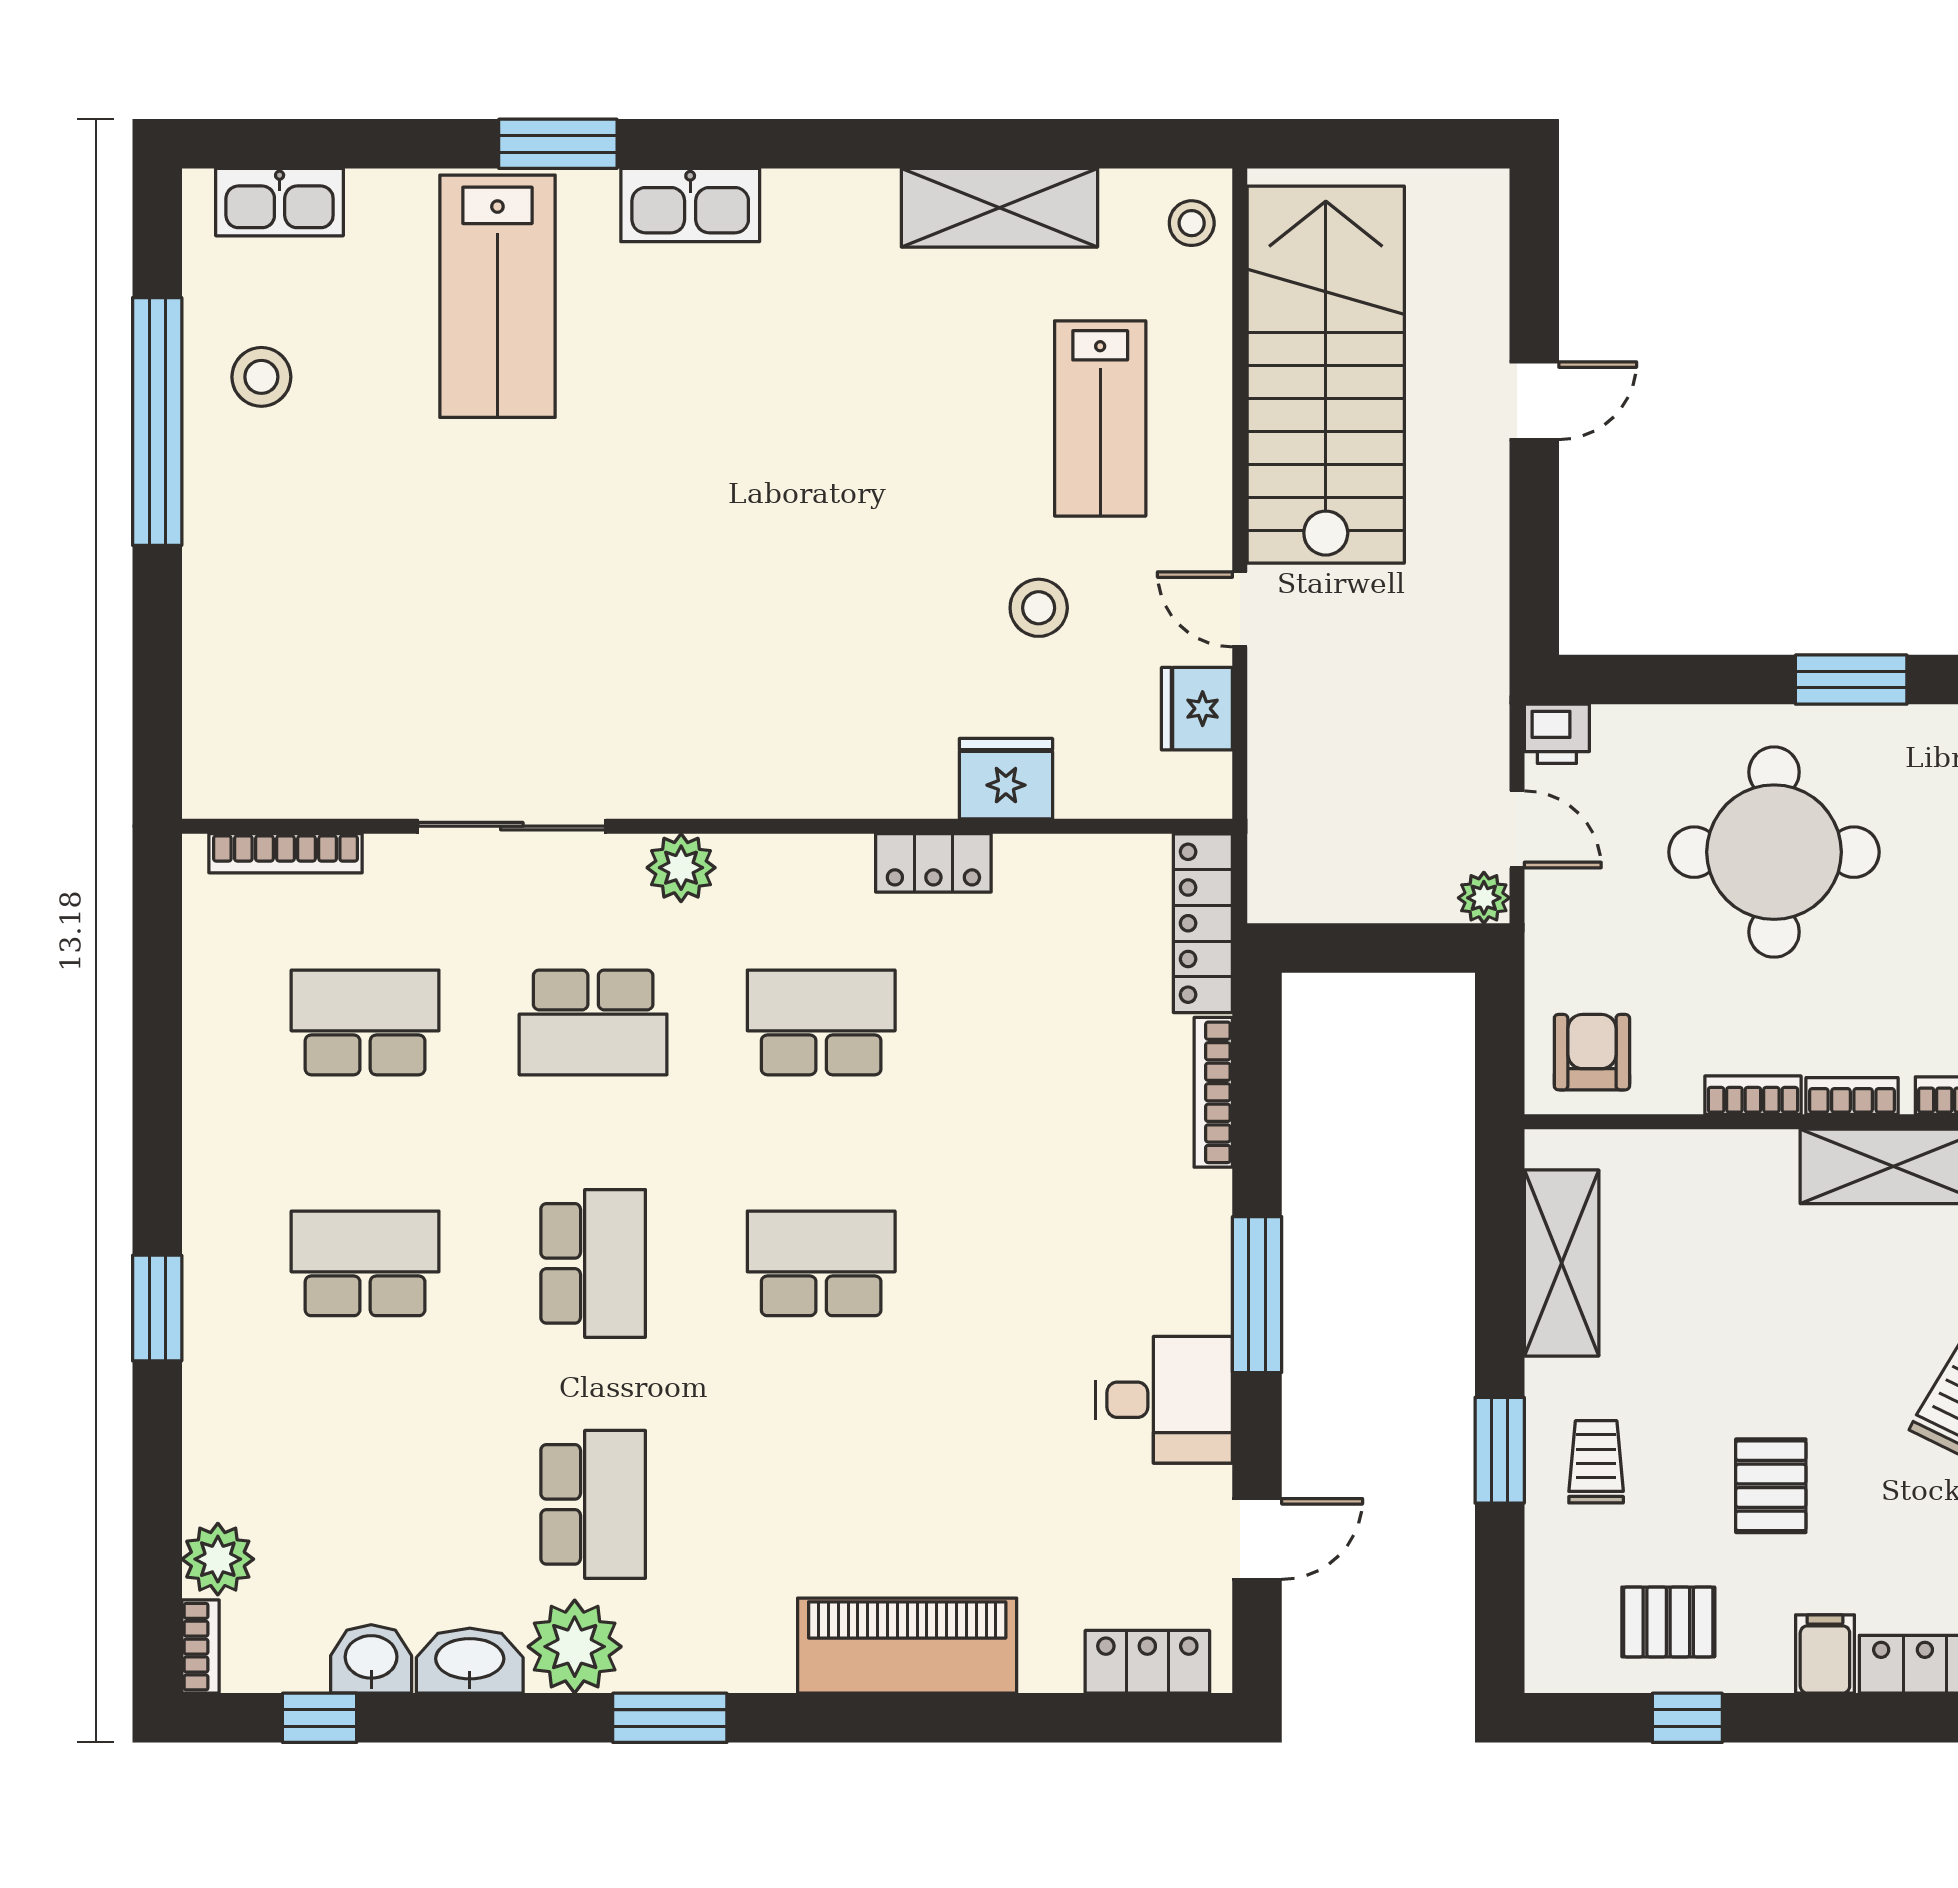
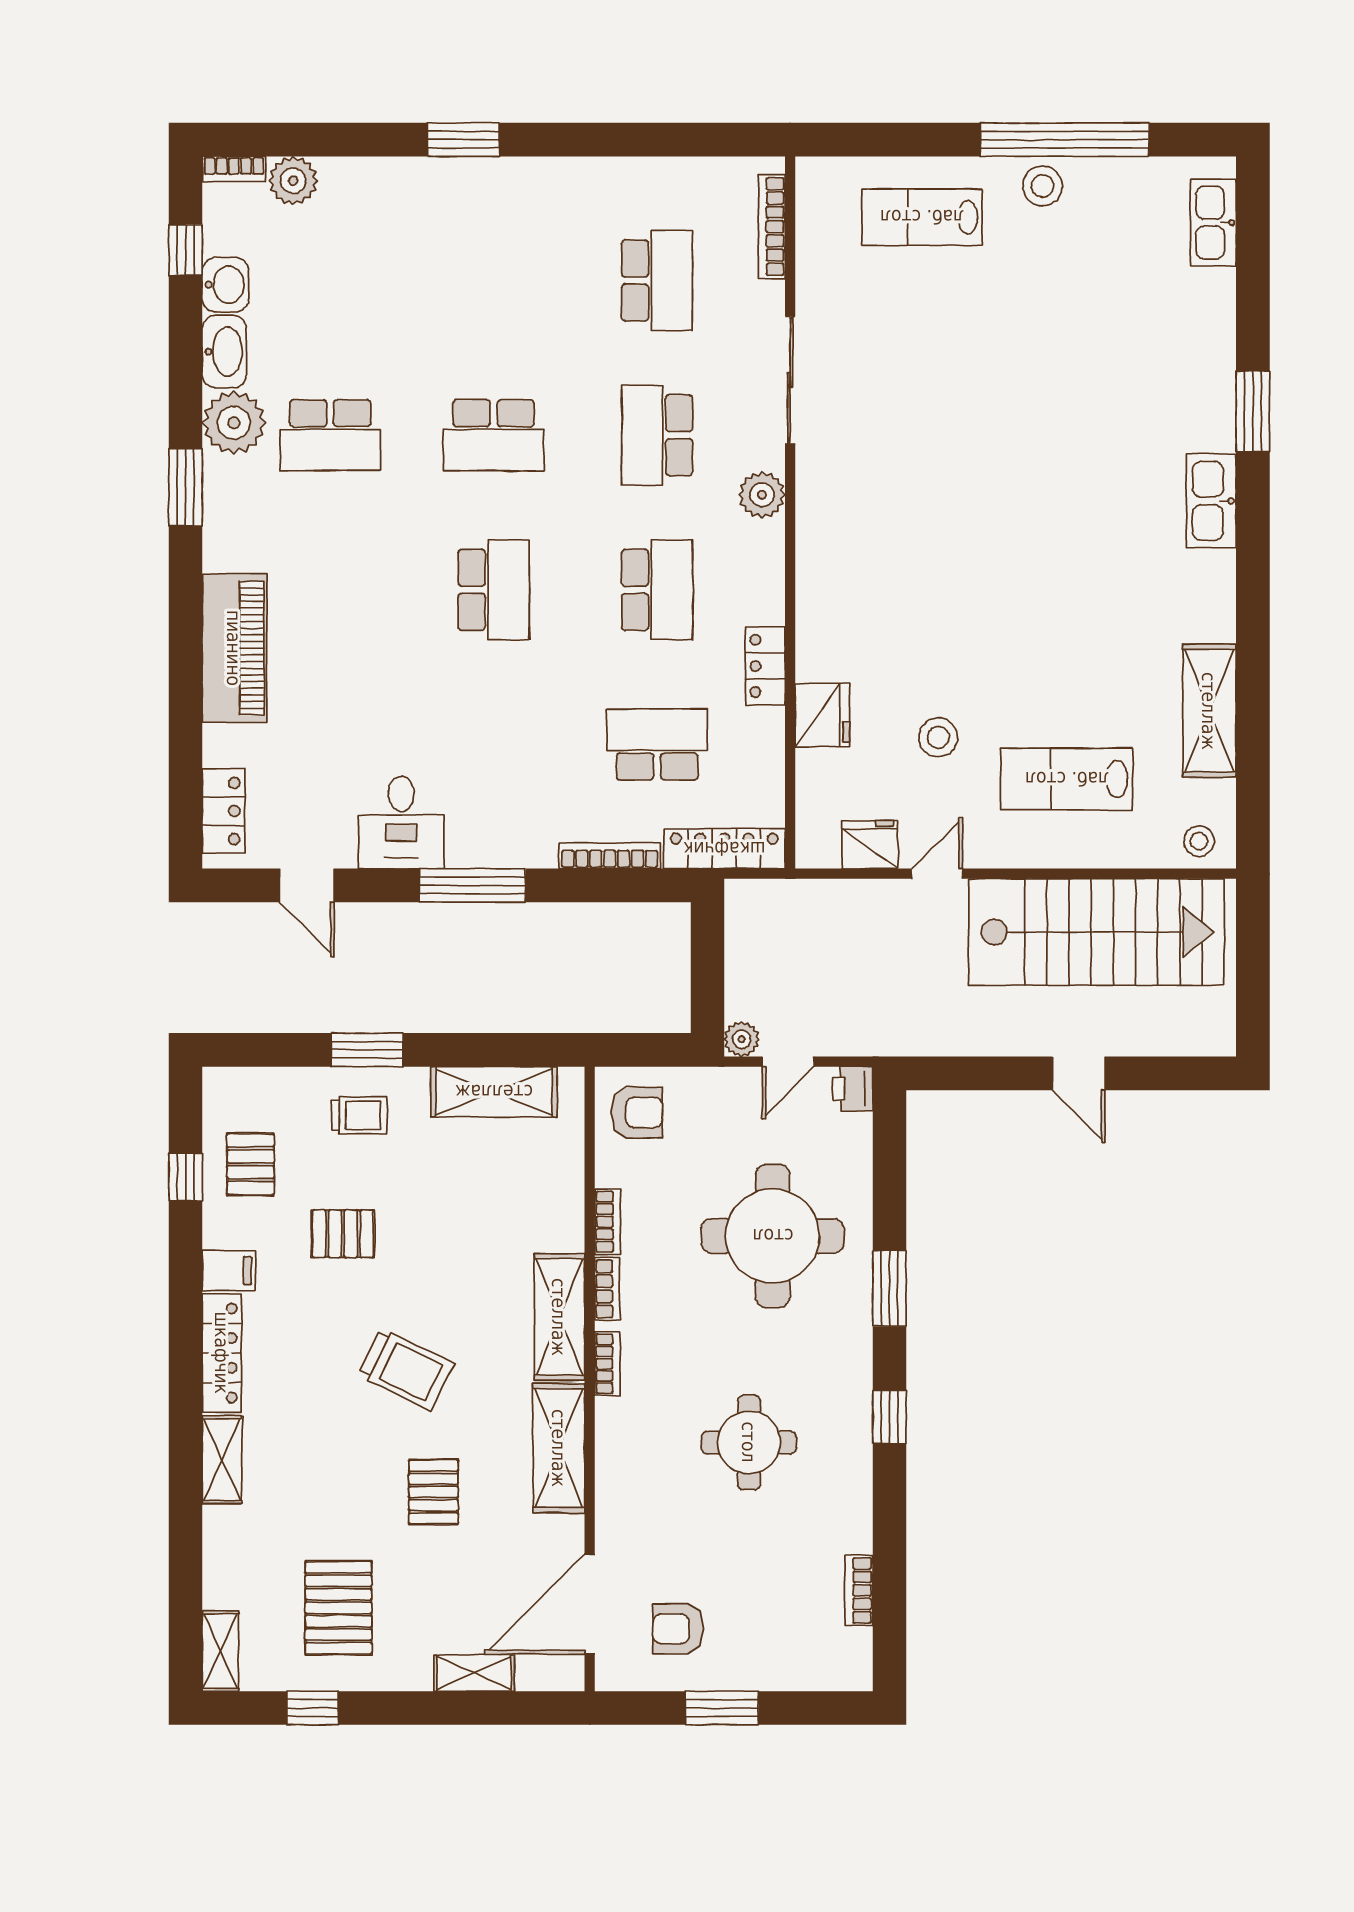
lab bench: (497, 296) -> (922, 217), moved, width x0.73, depth x0.72
stool: (261, 377) -> (1042, 186), moved
school desk: (365, 1263) -> (657, 744), moved, turned -90

